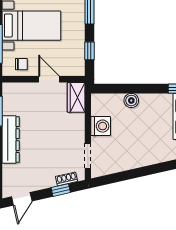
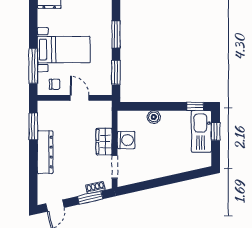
window: (89, 51) -> (116, 72), width x1.50
wardrobe: (76, 97) -> (104, 142), moved
window: (61, 190) -> (90, 198), width x1.50

